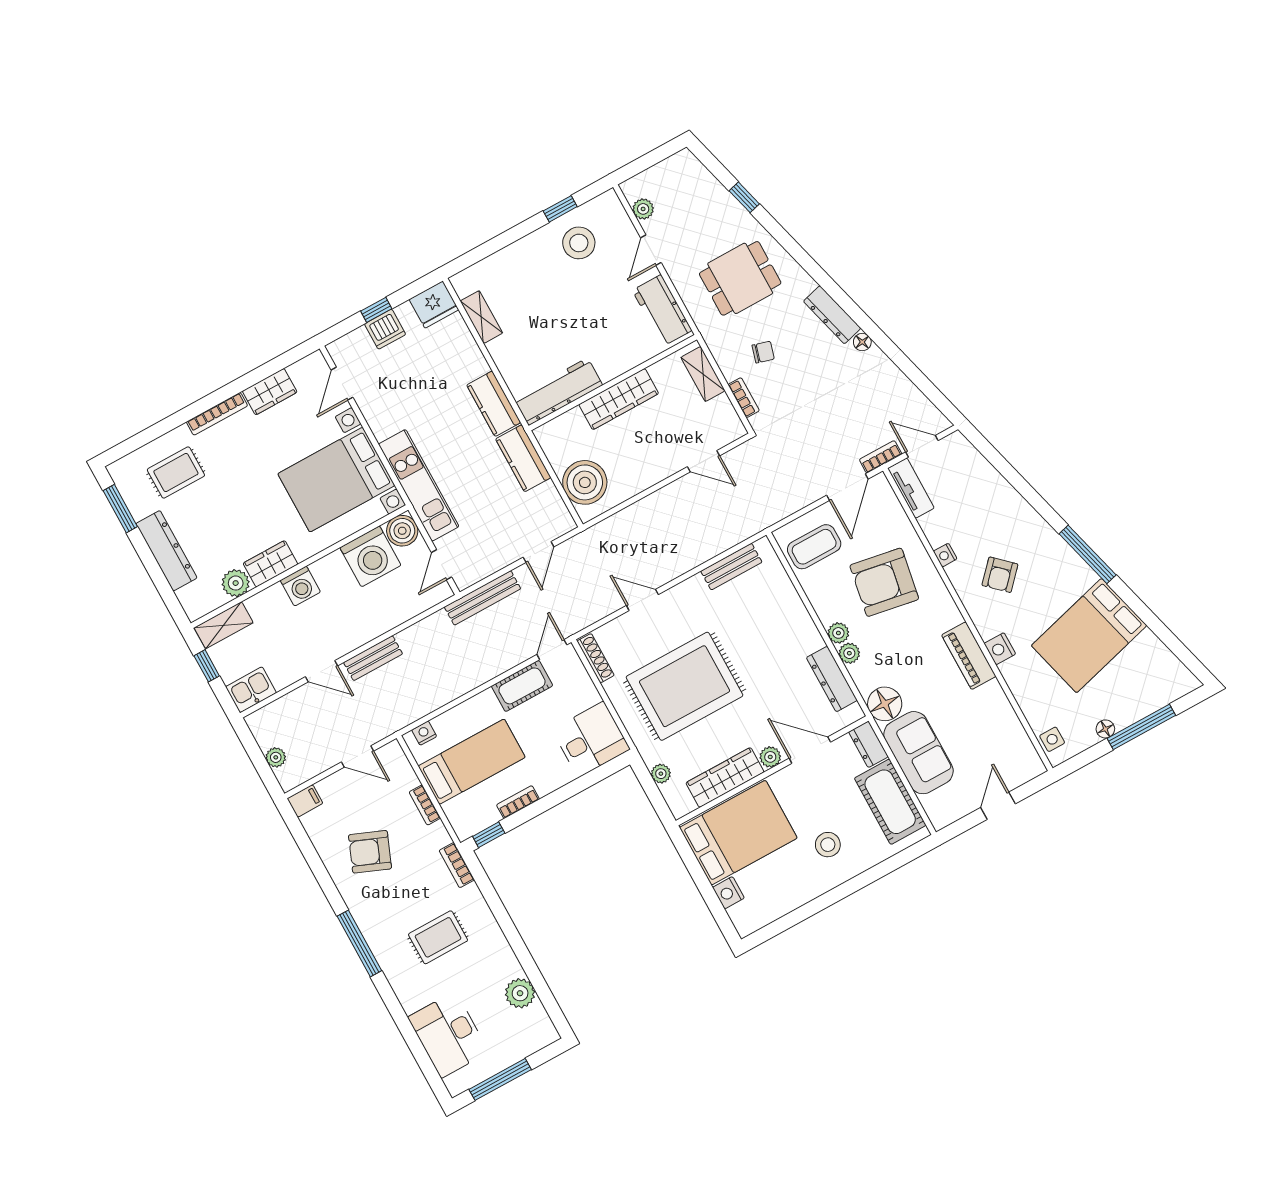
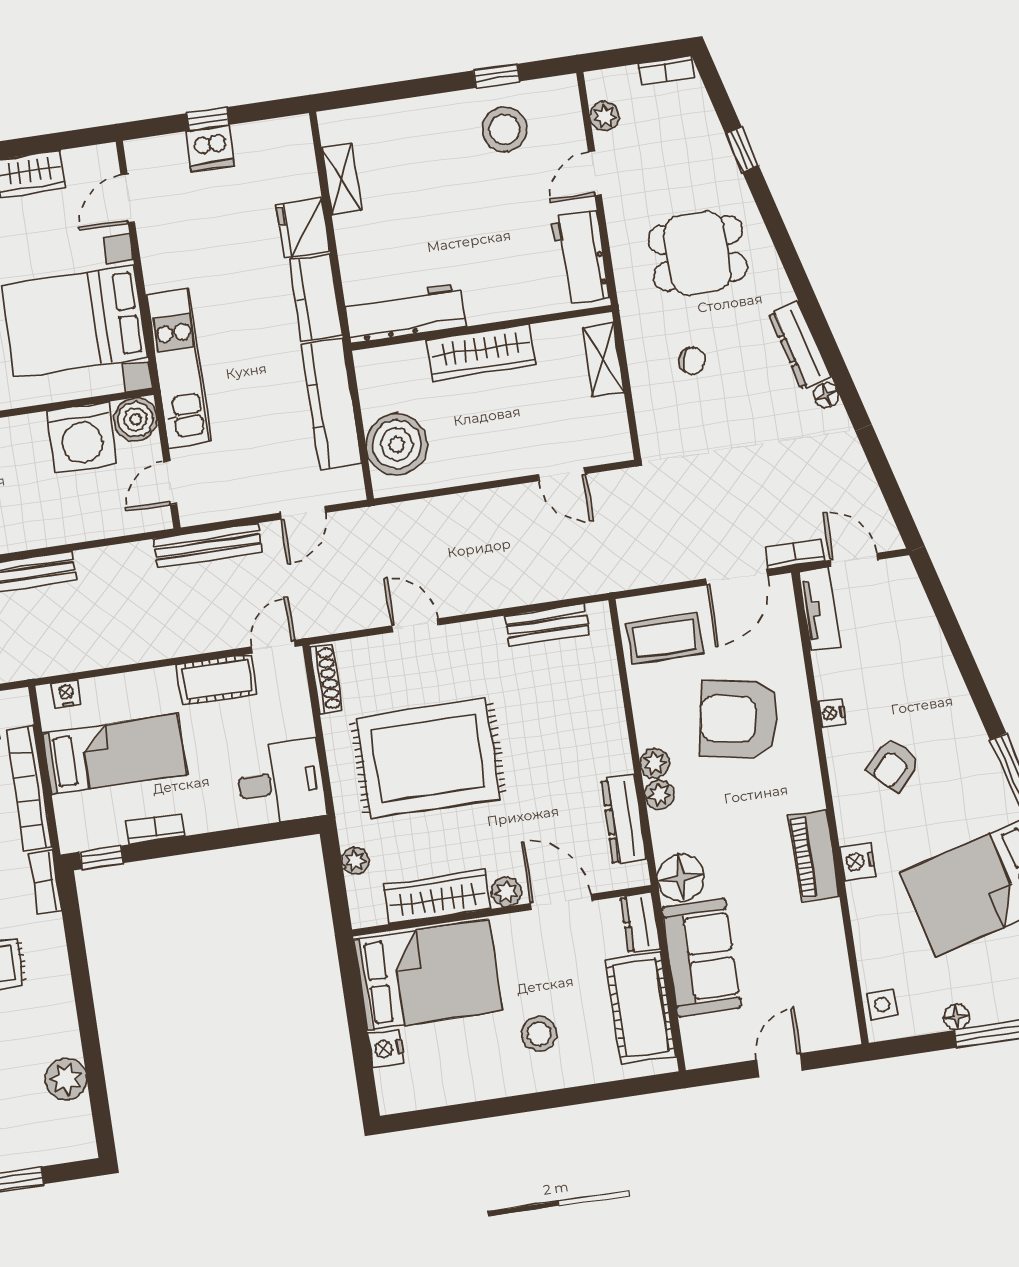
fridge: (434, 305) -> (303, 228), moved, turned 90
bookcase: (744, 398) -> (666, 70), moved, turned 90
kitchen counter: (523, 458) -> (331, 404), width x1.50
bookcase: (425, 805) -> (29, 788), width x2.31, depth x1.31

